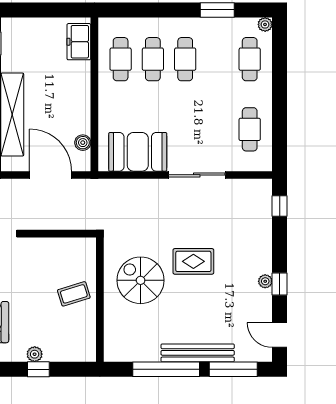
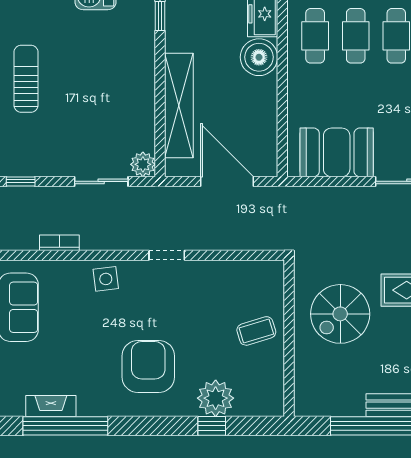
boiler: (83, 143) -> (259, 57), moved, width x1.86, depth x1.86
spiral stairs: (141, 280) -> (340, 314), turned -90
plant: (35, 354) -> (216, 398), width x1.88, depth x1.88

